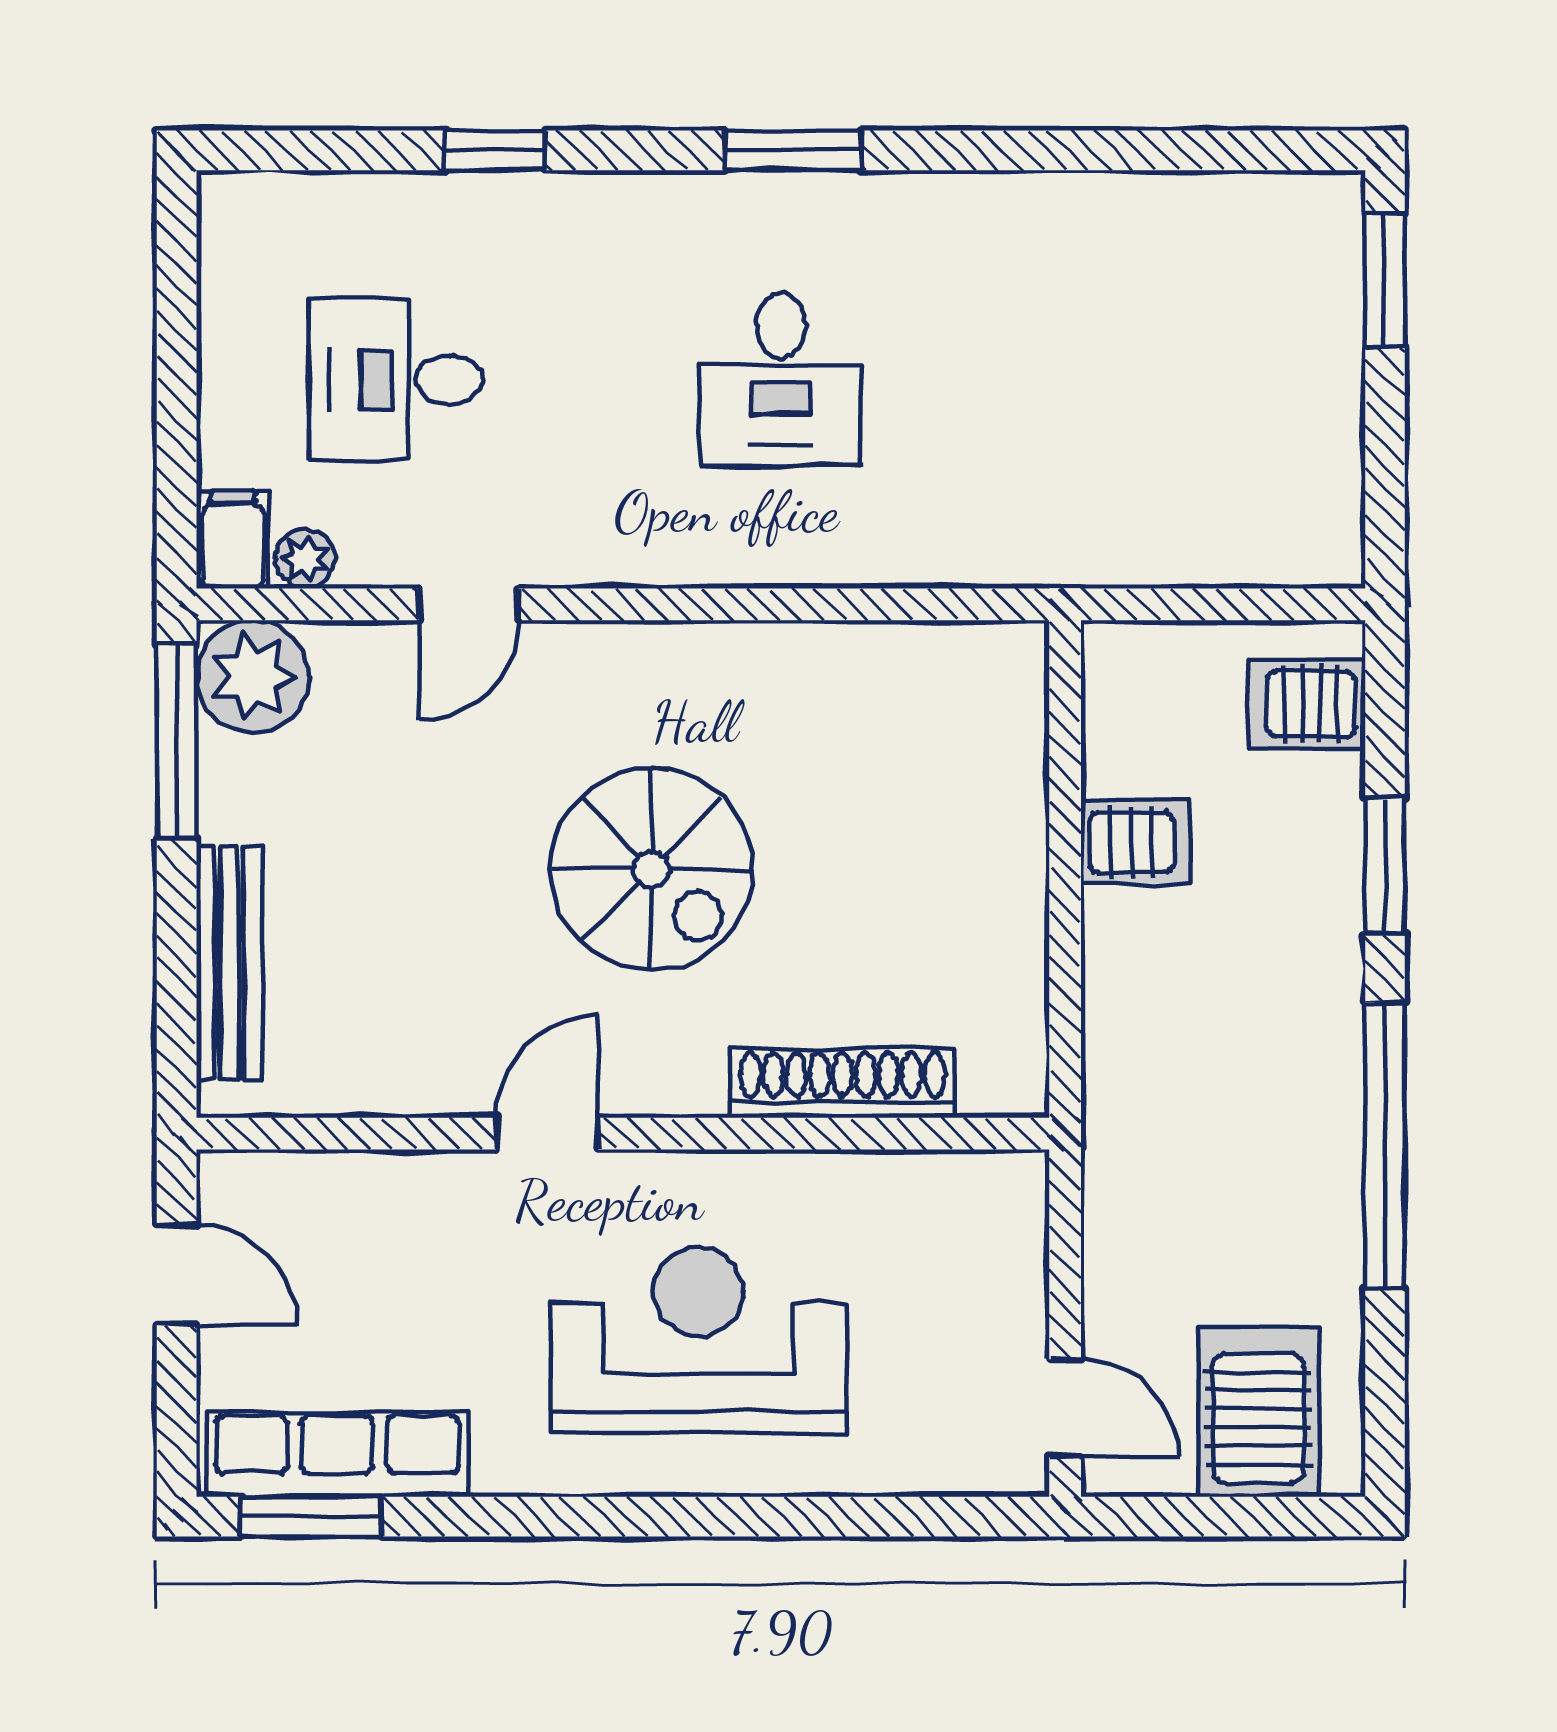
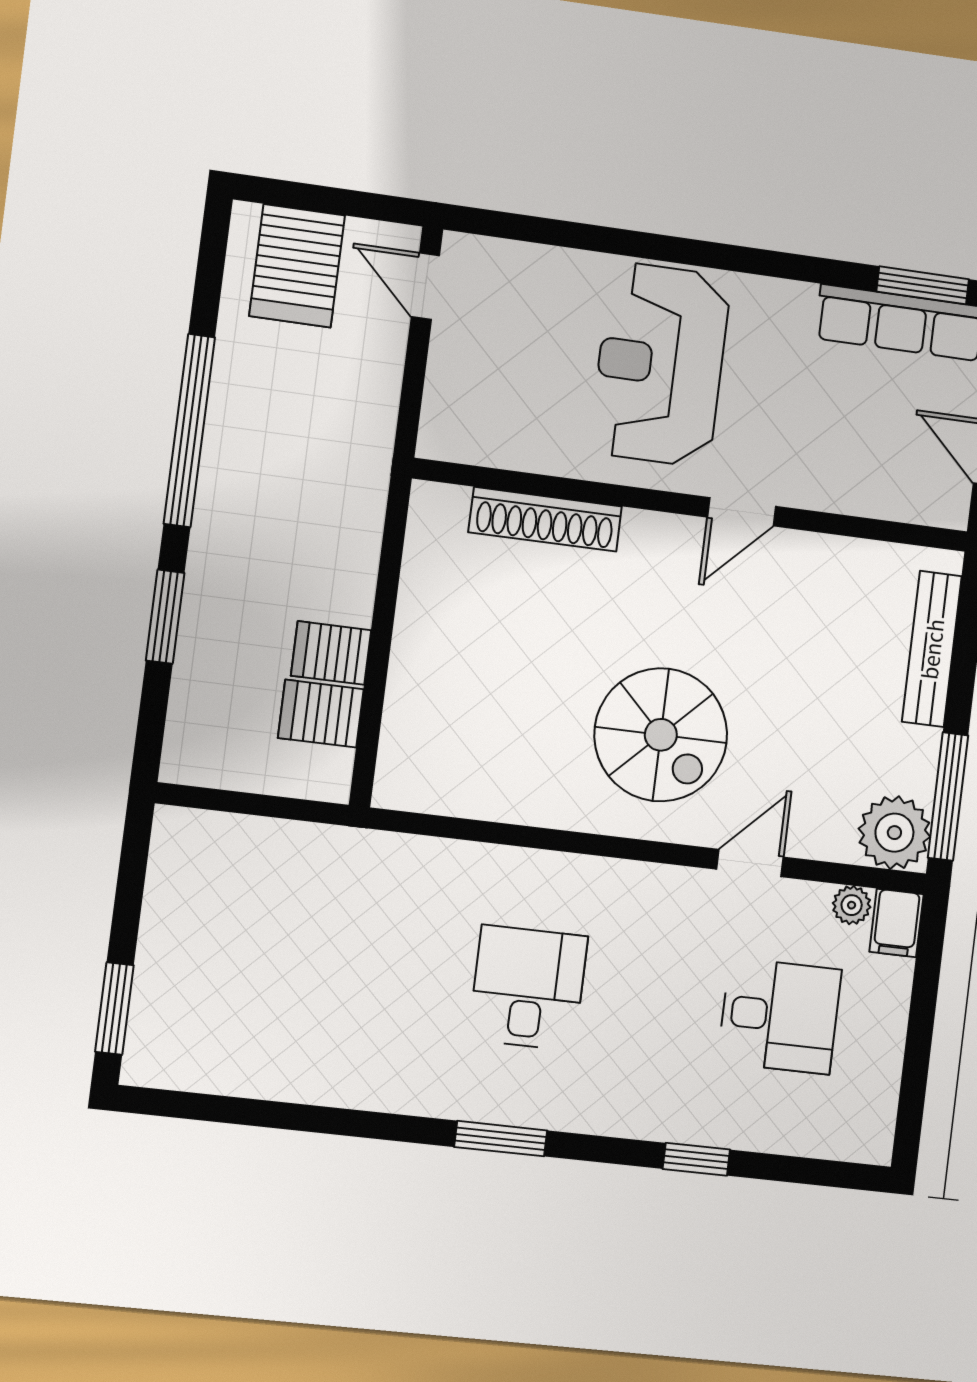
server rack: (1307, 704) -> (321, 713), moved, turned 180
spiral stairs: (652, 869) -> (661, 735), moved, turned 180
reception desk: (698, 1340) -> (660, 364), turned 90

